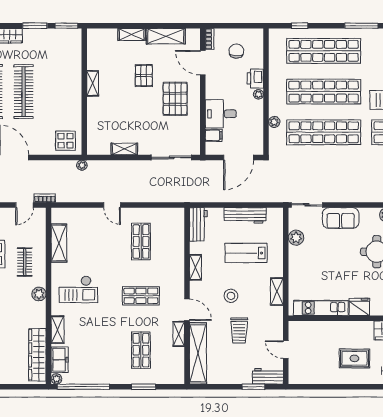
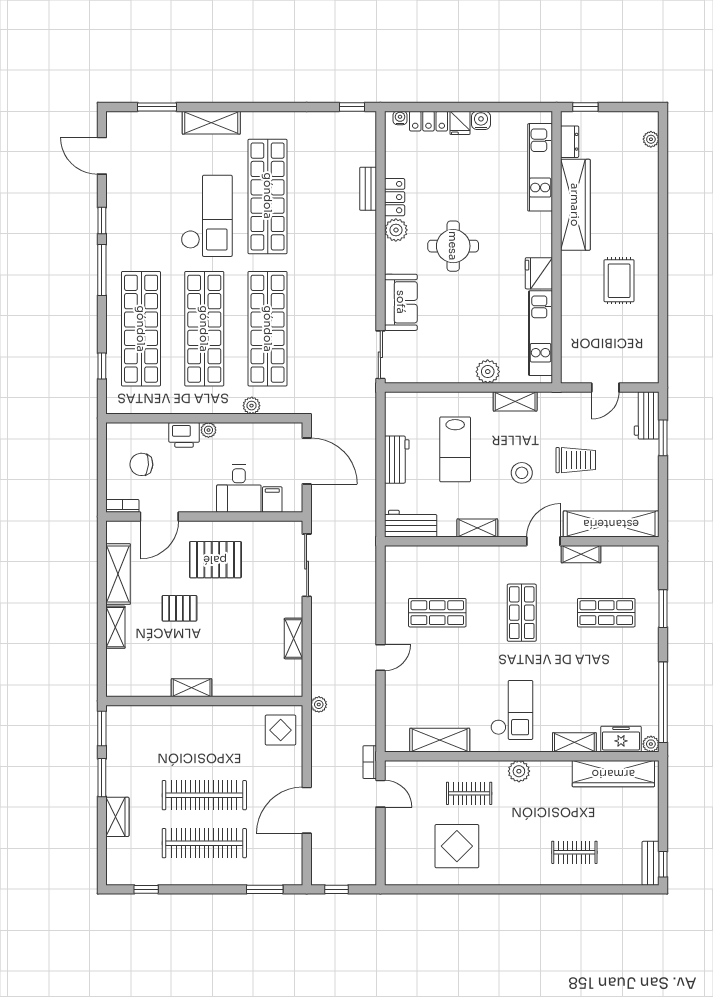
workbench: (245, 215) -> (397, 460), width x0.73
plant: (296, 238) -> (488, 372), moved

